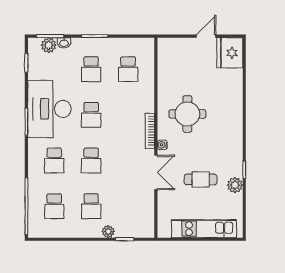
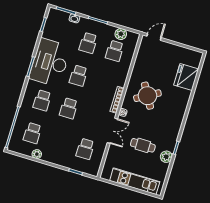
door: (206, 36) -> (154, 37), moved
plant: (49, 45) -> (121, 34), moved
fridge: (230, 53) -> (186, 77), moved
round table: (187, 114) -> (147, 96), turned -30
school desk: (91, 206) -> (85, 149), moved
plant: (108, 232) -> (37, 154), moved

